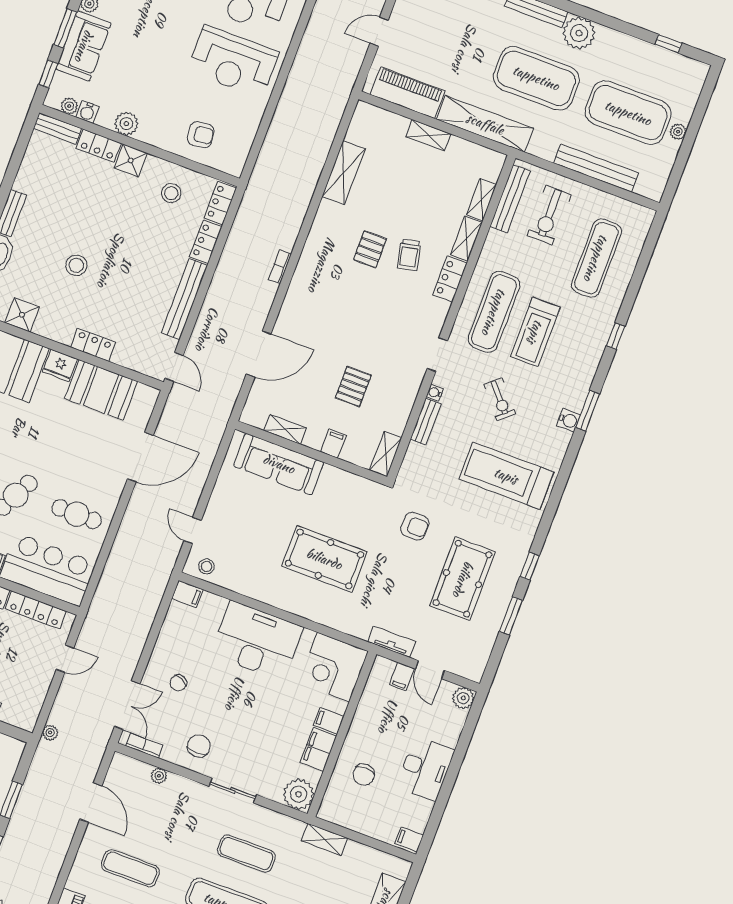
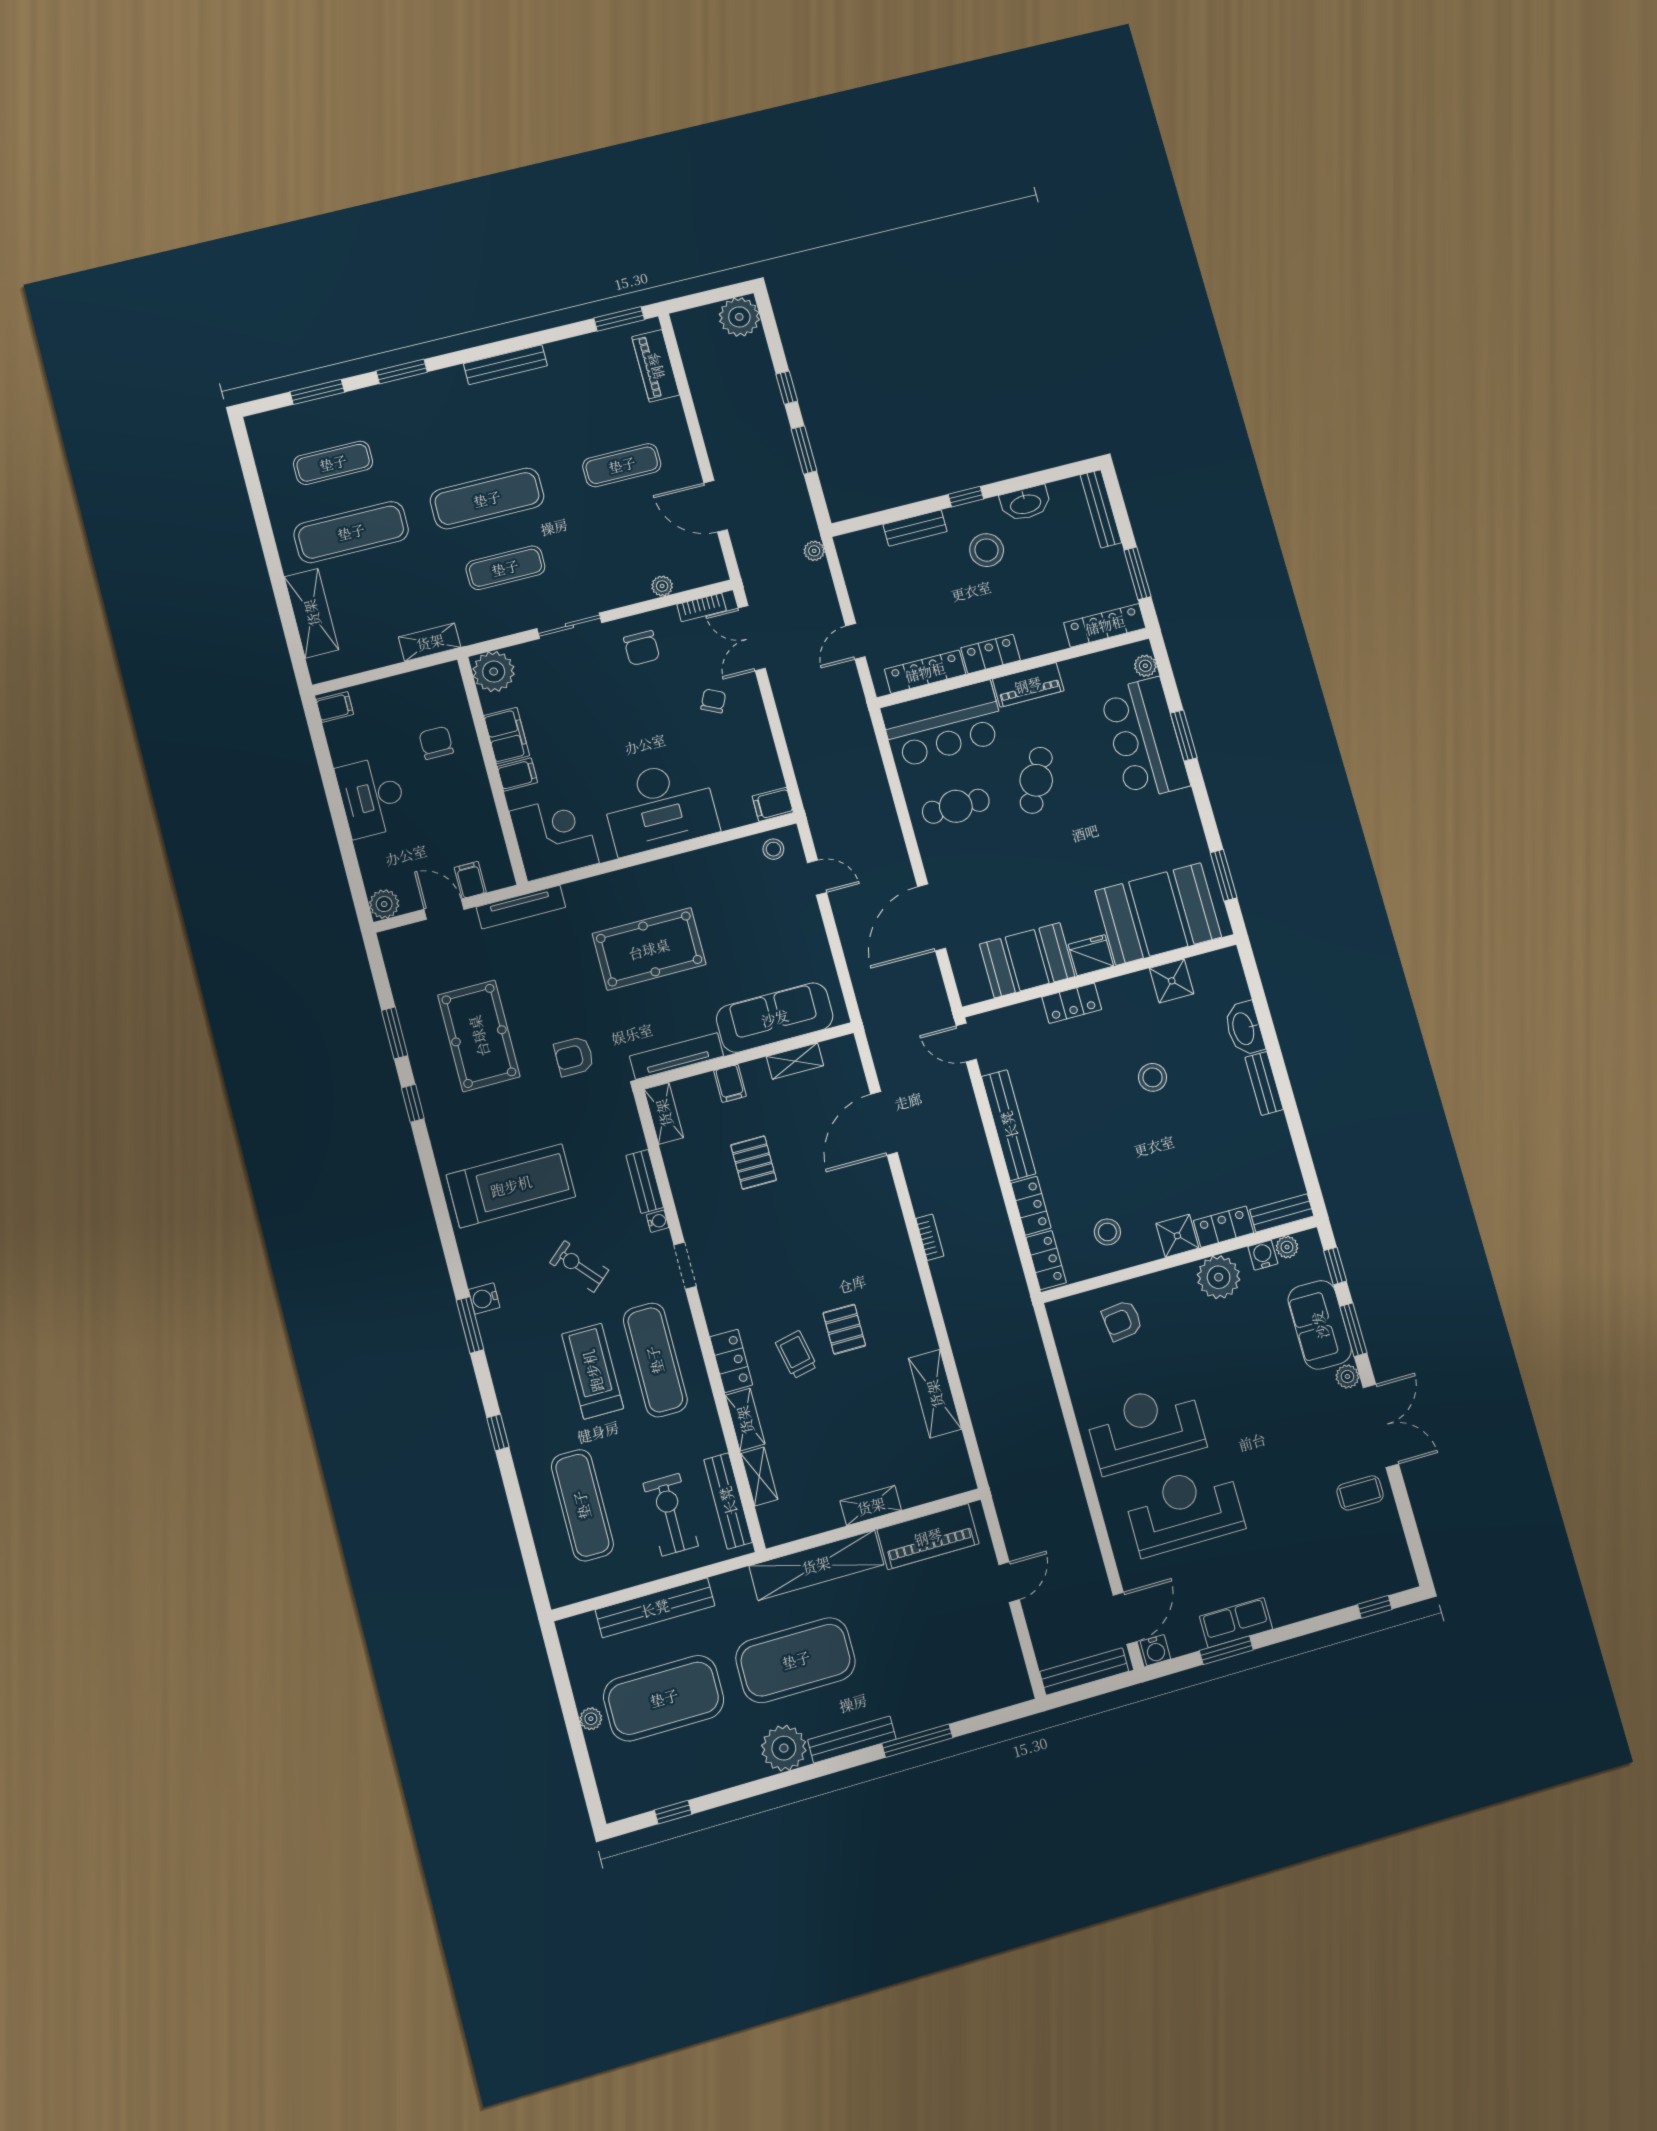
plant: (126, 124) -> (1219, 1277), width x1.36, depth x1.36
tv unit: (354, 483) -> (677, 1056), added
tv unit: (392, 642) -> (521, 907), width x1.41

